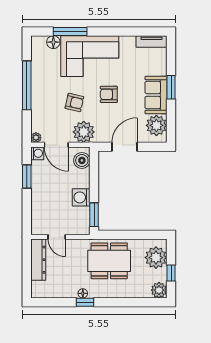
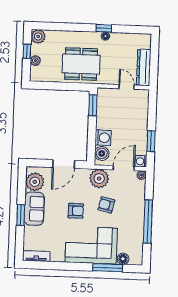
door: (56, 145) -> (124, 168), hinge flipped
washing machine: (81, 197) -> (103, 138), moved
plant: (156, 258) -> (35, 61), width x0.53, depth x0.53

